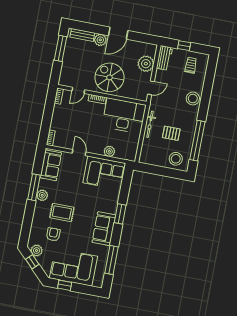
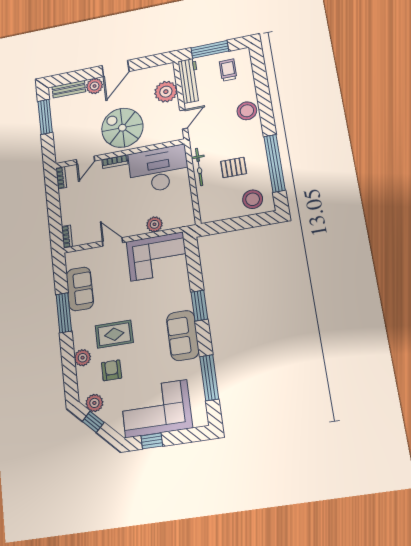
window: (184, 46) -> (210, 49), width x2.17
workbench: (164, 58) -> (189, 81), width x1.38
sofa: (51, 165) -> (80, 289), moved
plant: (42, 195) -> (83, 358), moved

